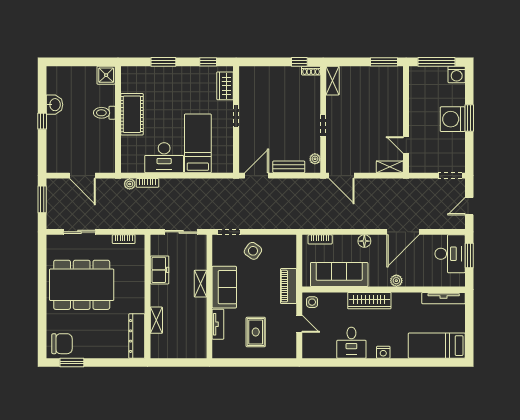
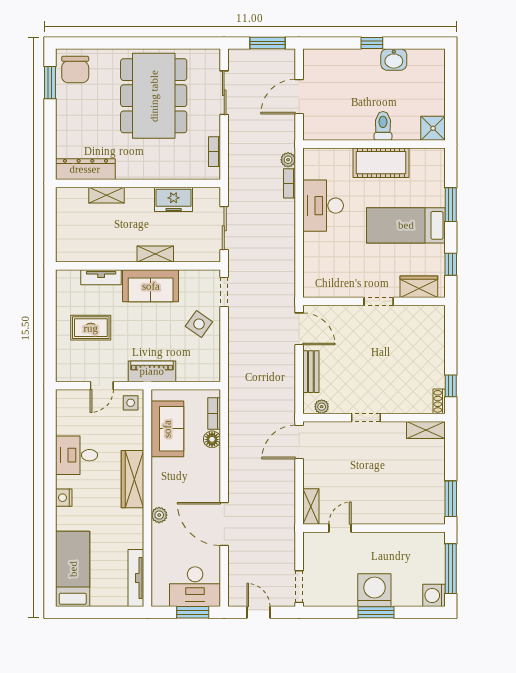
bed: (198, 143) -> (406, 225), moved, turned 180
floor lamp: (364, 241) -> (212, 439), moved
sofa: (339, 275) -> (167, 429), width x0.73

